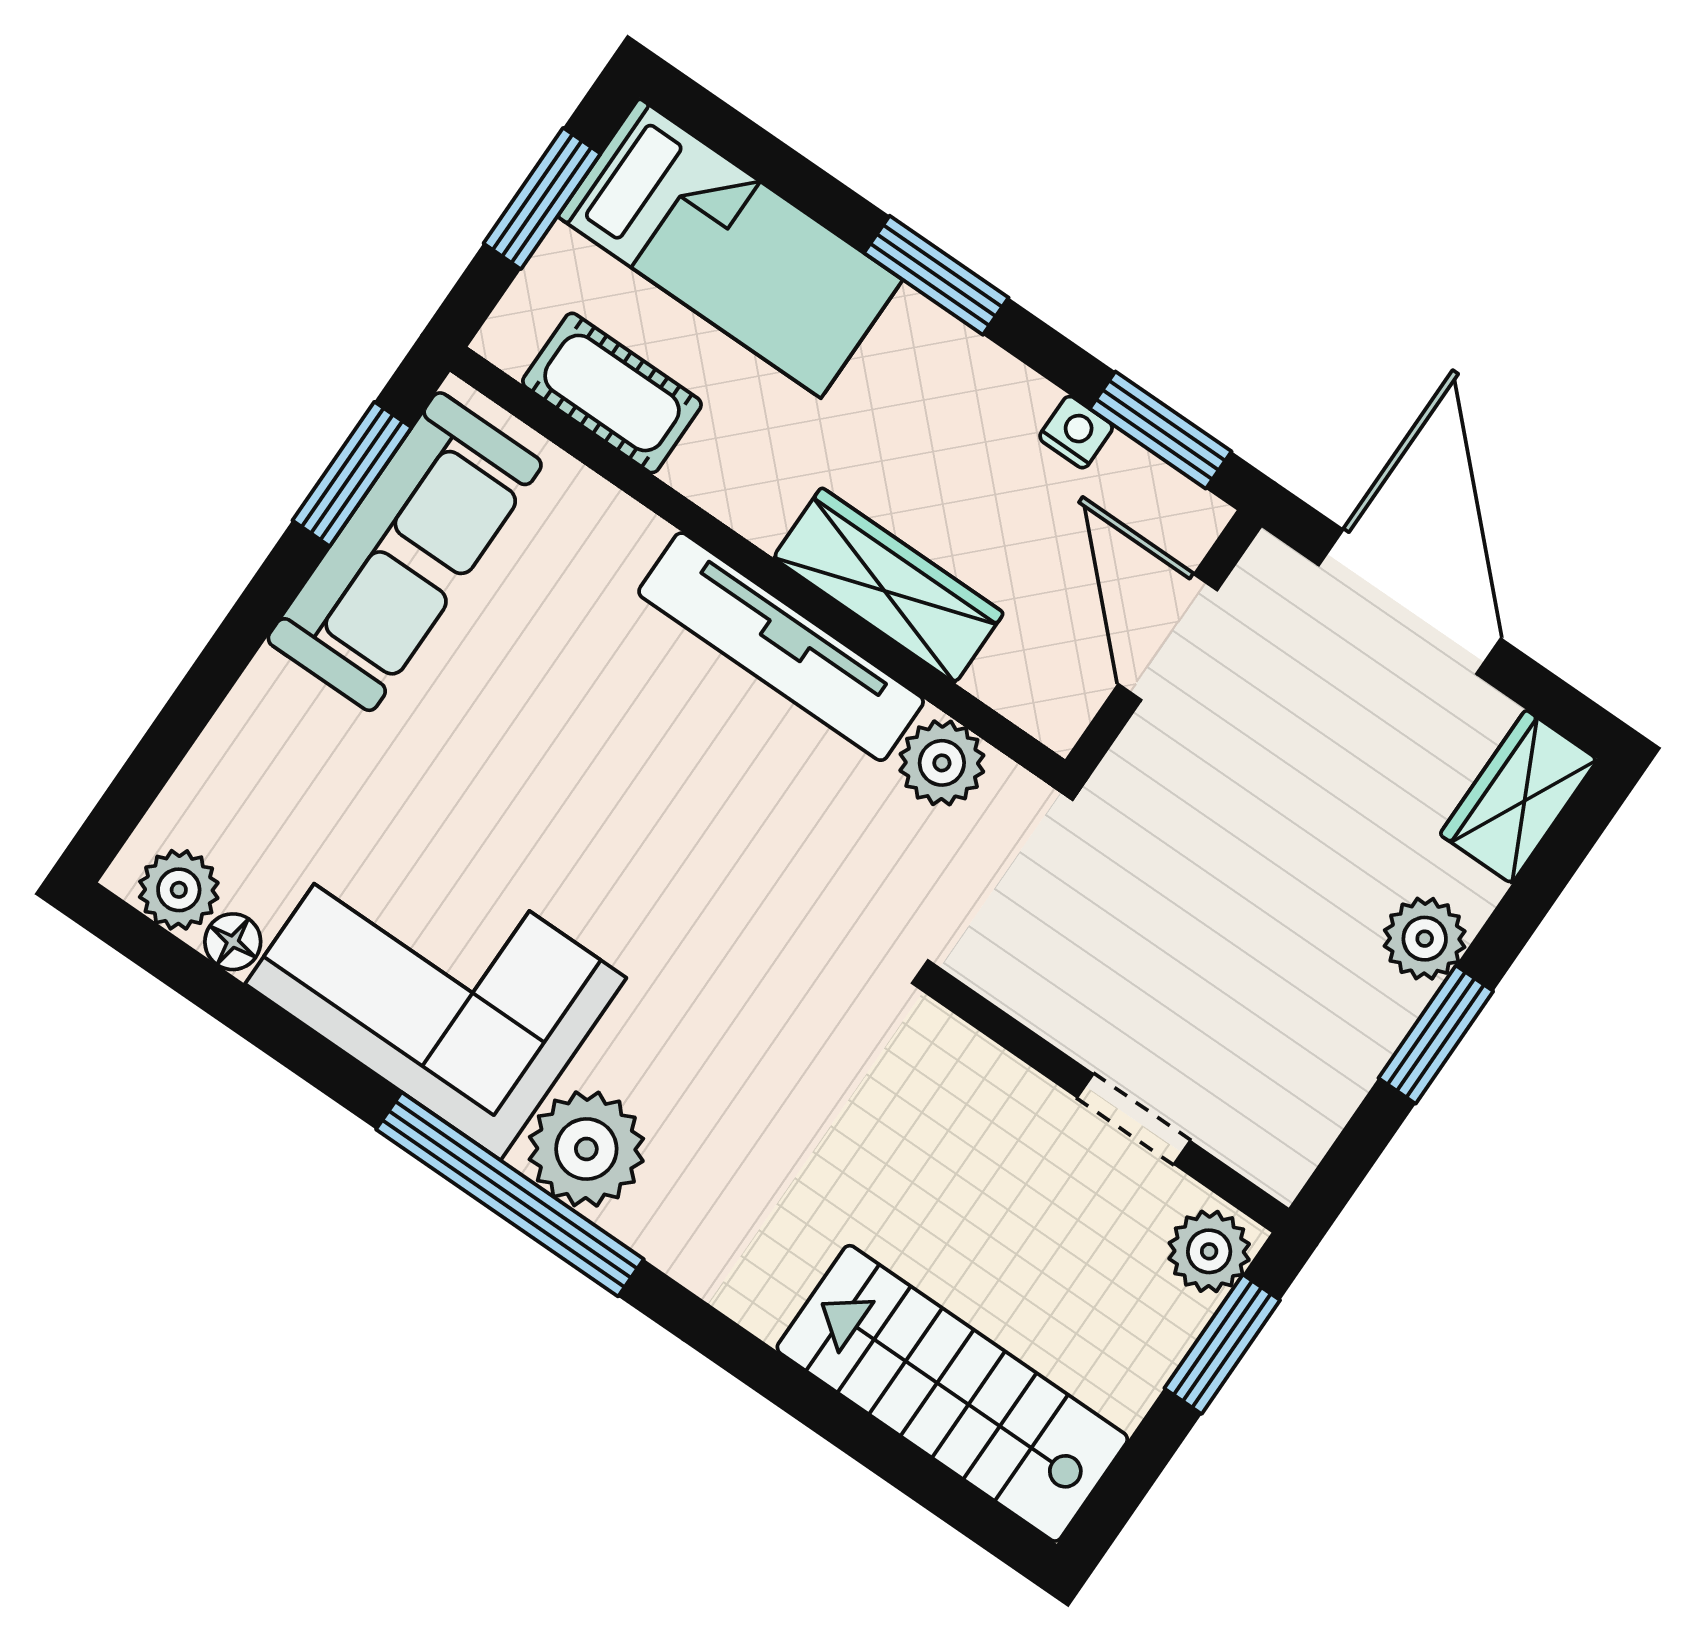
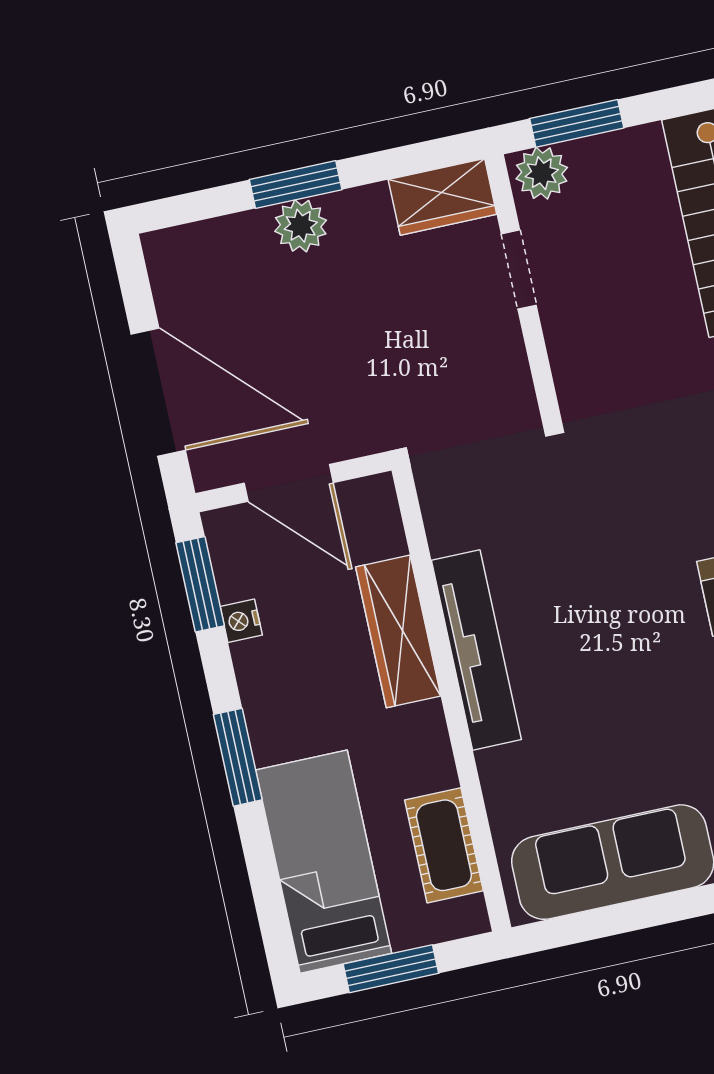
window: (352, 474) -> (603, 922), removed
door: (1410, 602) -> (158, 392), swing flipped
door: (1168, 637) -> (289, 483), hinge flipped
plant: (942, 763) -> (452, 523), removed
wardrobe: (1519, 797) -> (442, 197), moved
window: (1436, 1035) -> (296, 185), moved

